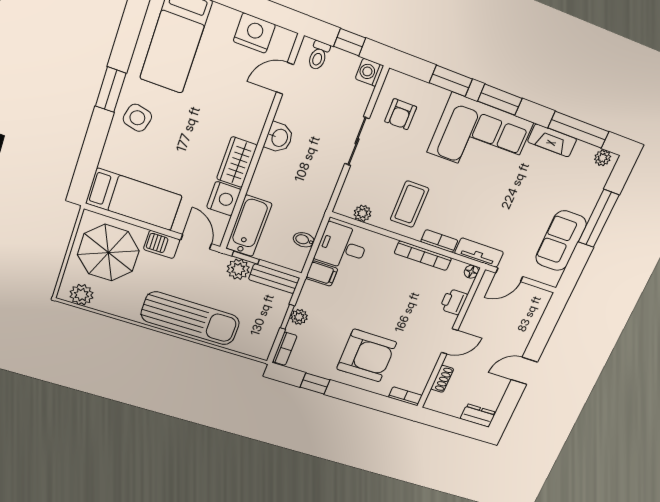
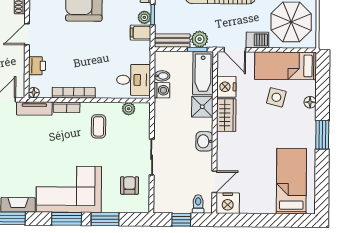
nightstand: (254, 33) -> (228, 203), moved
washing machine: (369, 72) -> (162, 90), moved
side table: (137, 118) -> (276, 97), moved
floor lamp: (115, 140) -> (310, 102), added
shower: (265, 184) -> (202, 107), added
coffee table: (410, 204) -> (98, 126), width x0.73, depth x0.77
filing cabinet: (322, 273) -> (141, 33), moved

